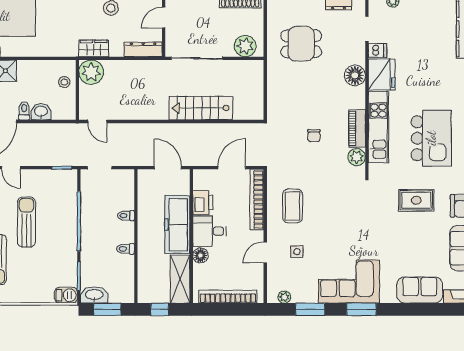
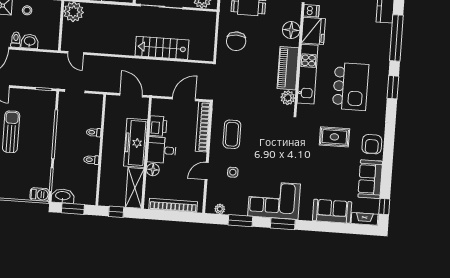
stool: (64, 82) -> (27, 10), moved
piano: (357, 128) -> (288, 68), width x1.37, depth x1.33
chair: (314, 136) -> (236, 41), moved, width x1.87, depth x1.87

